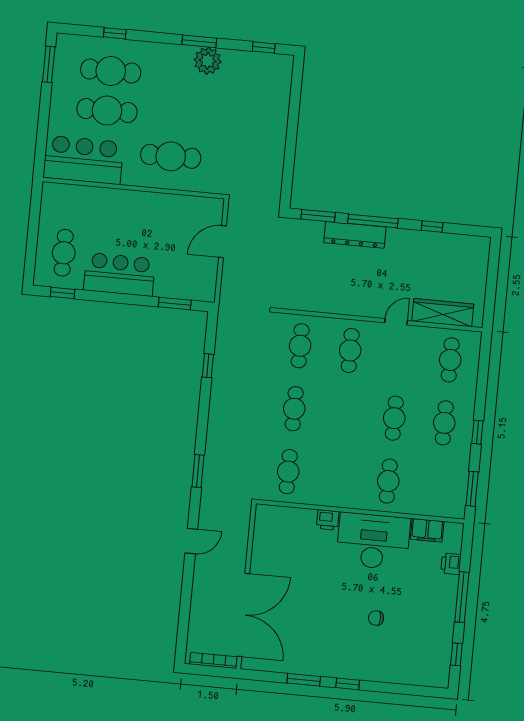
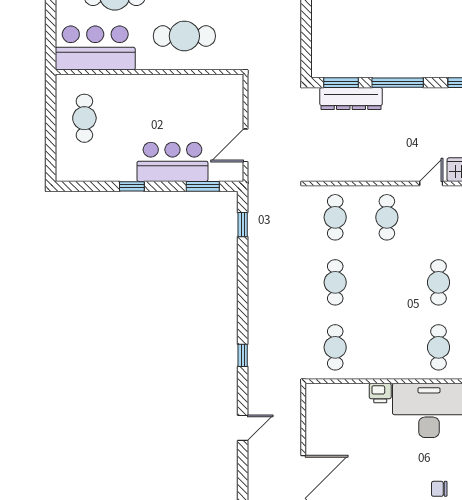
dresser: (355, 235) -> (351, 99), moved
door: (222, 242) -> (246, 145), moved
cafe table: (64, 253) -> (84, 118), moved
bar counter: (119, 274) -> (172, 162), moved
window: (63, 293) -> (132, 186), moved
window: (208, 366) -> (243, 225), moved
window: (198, 471) -> (243, 355), width x0.67

